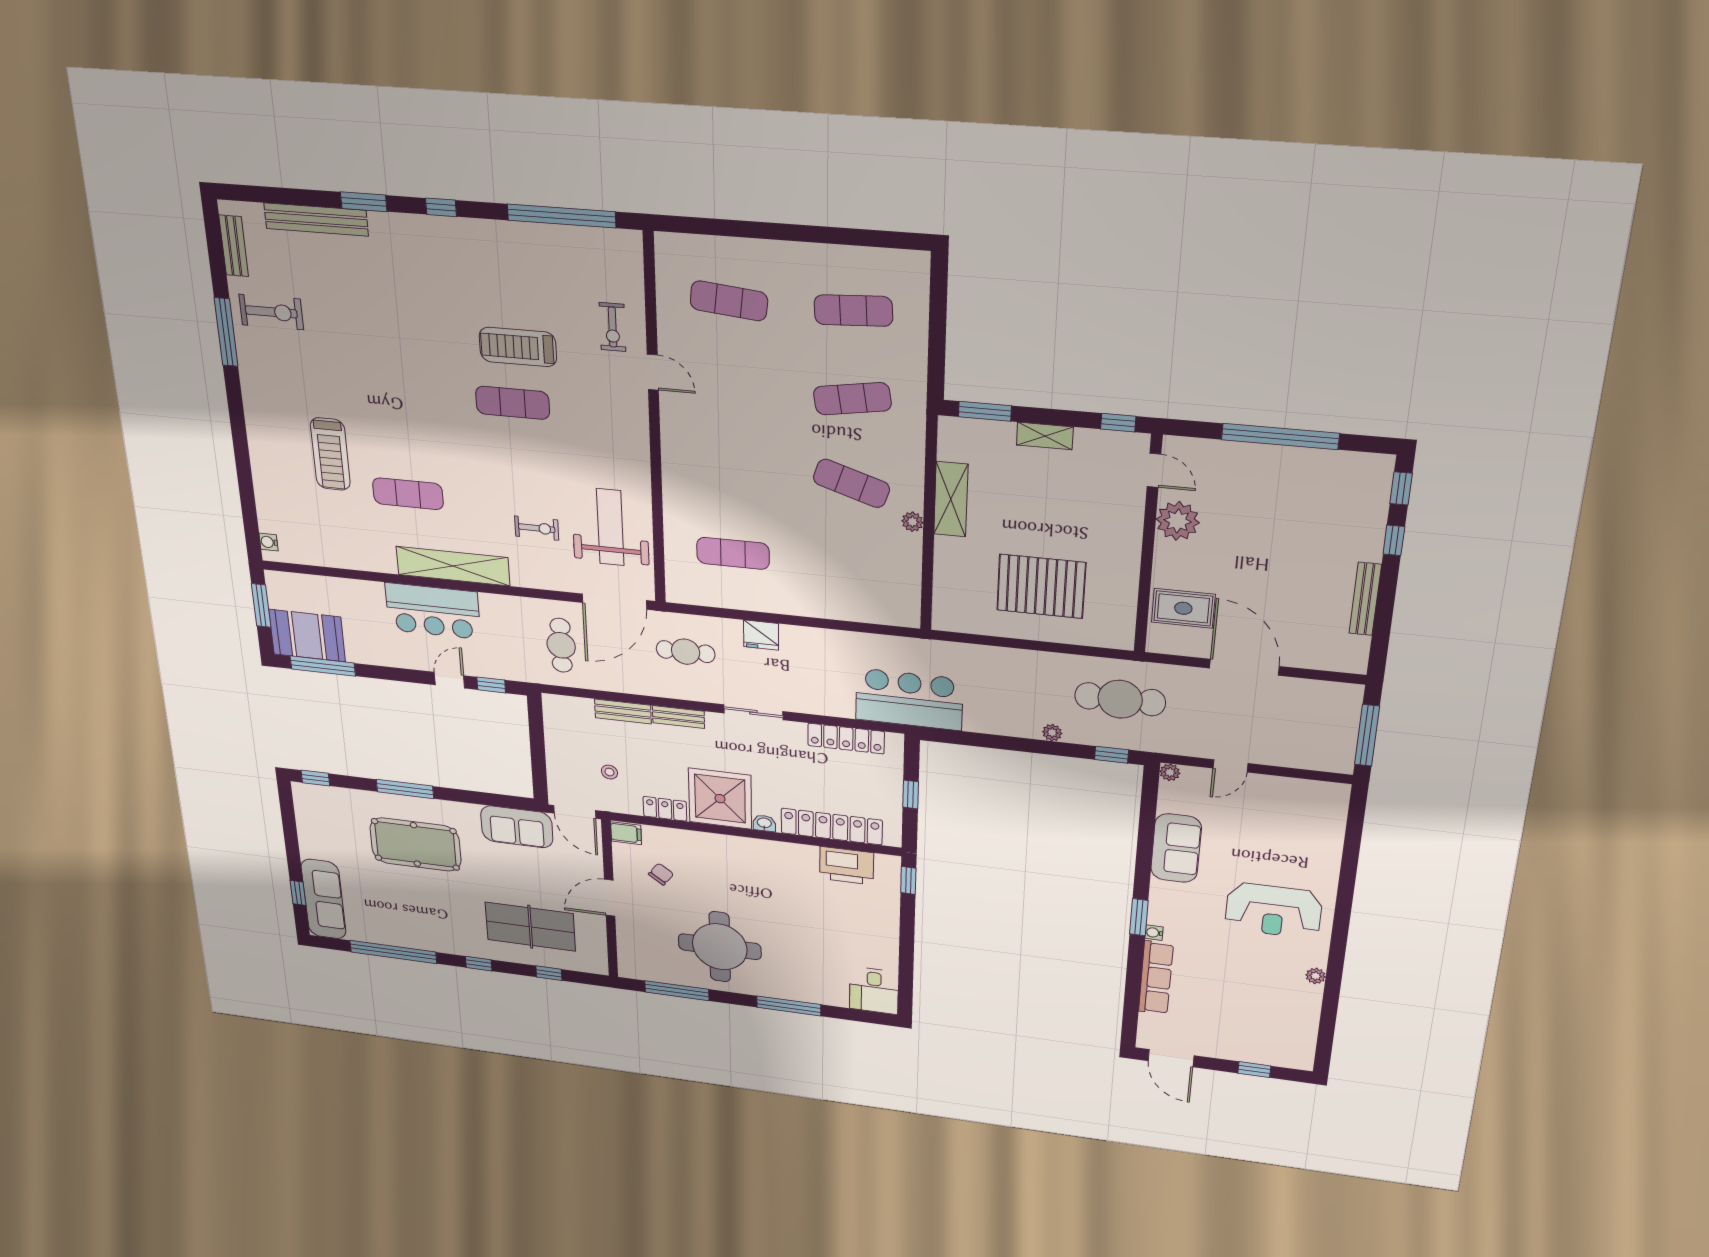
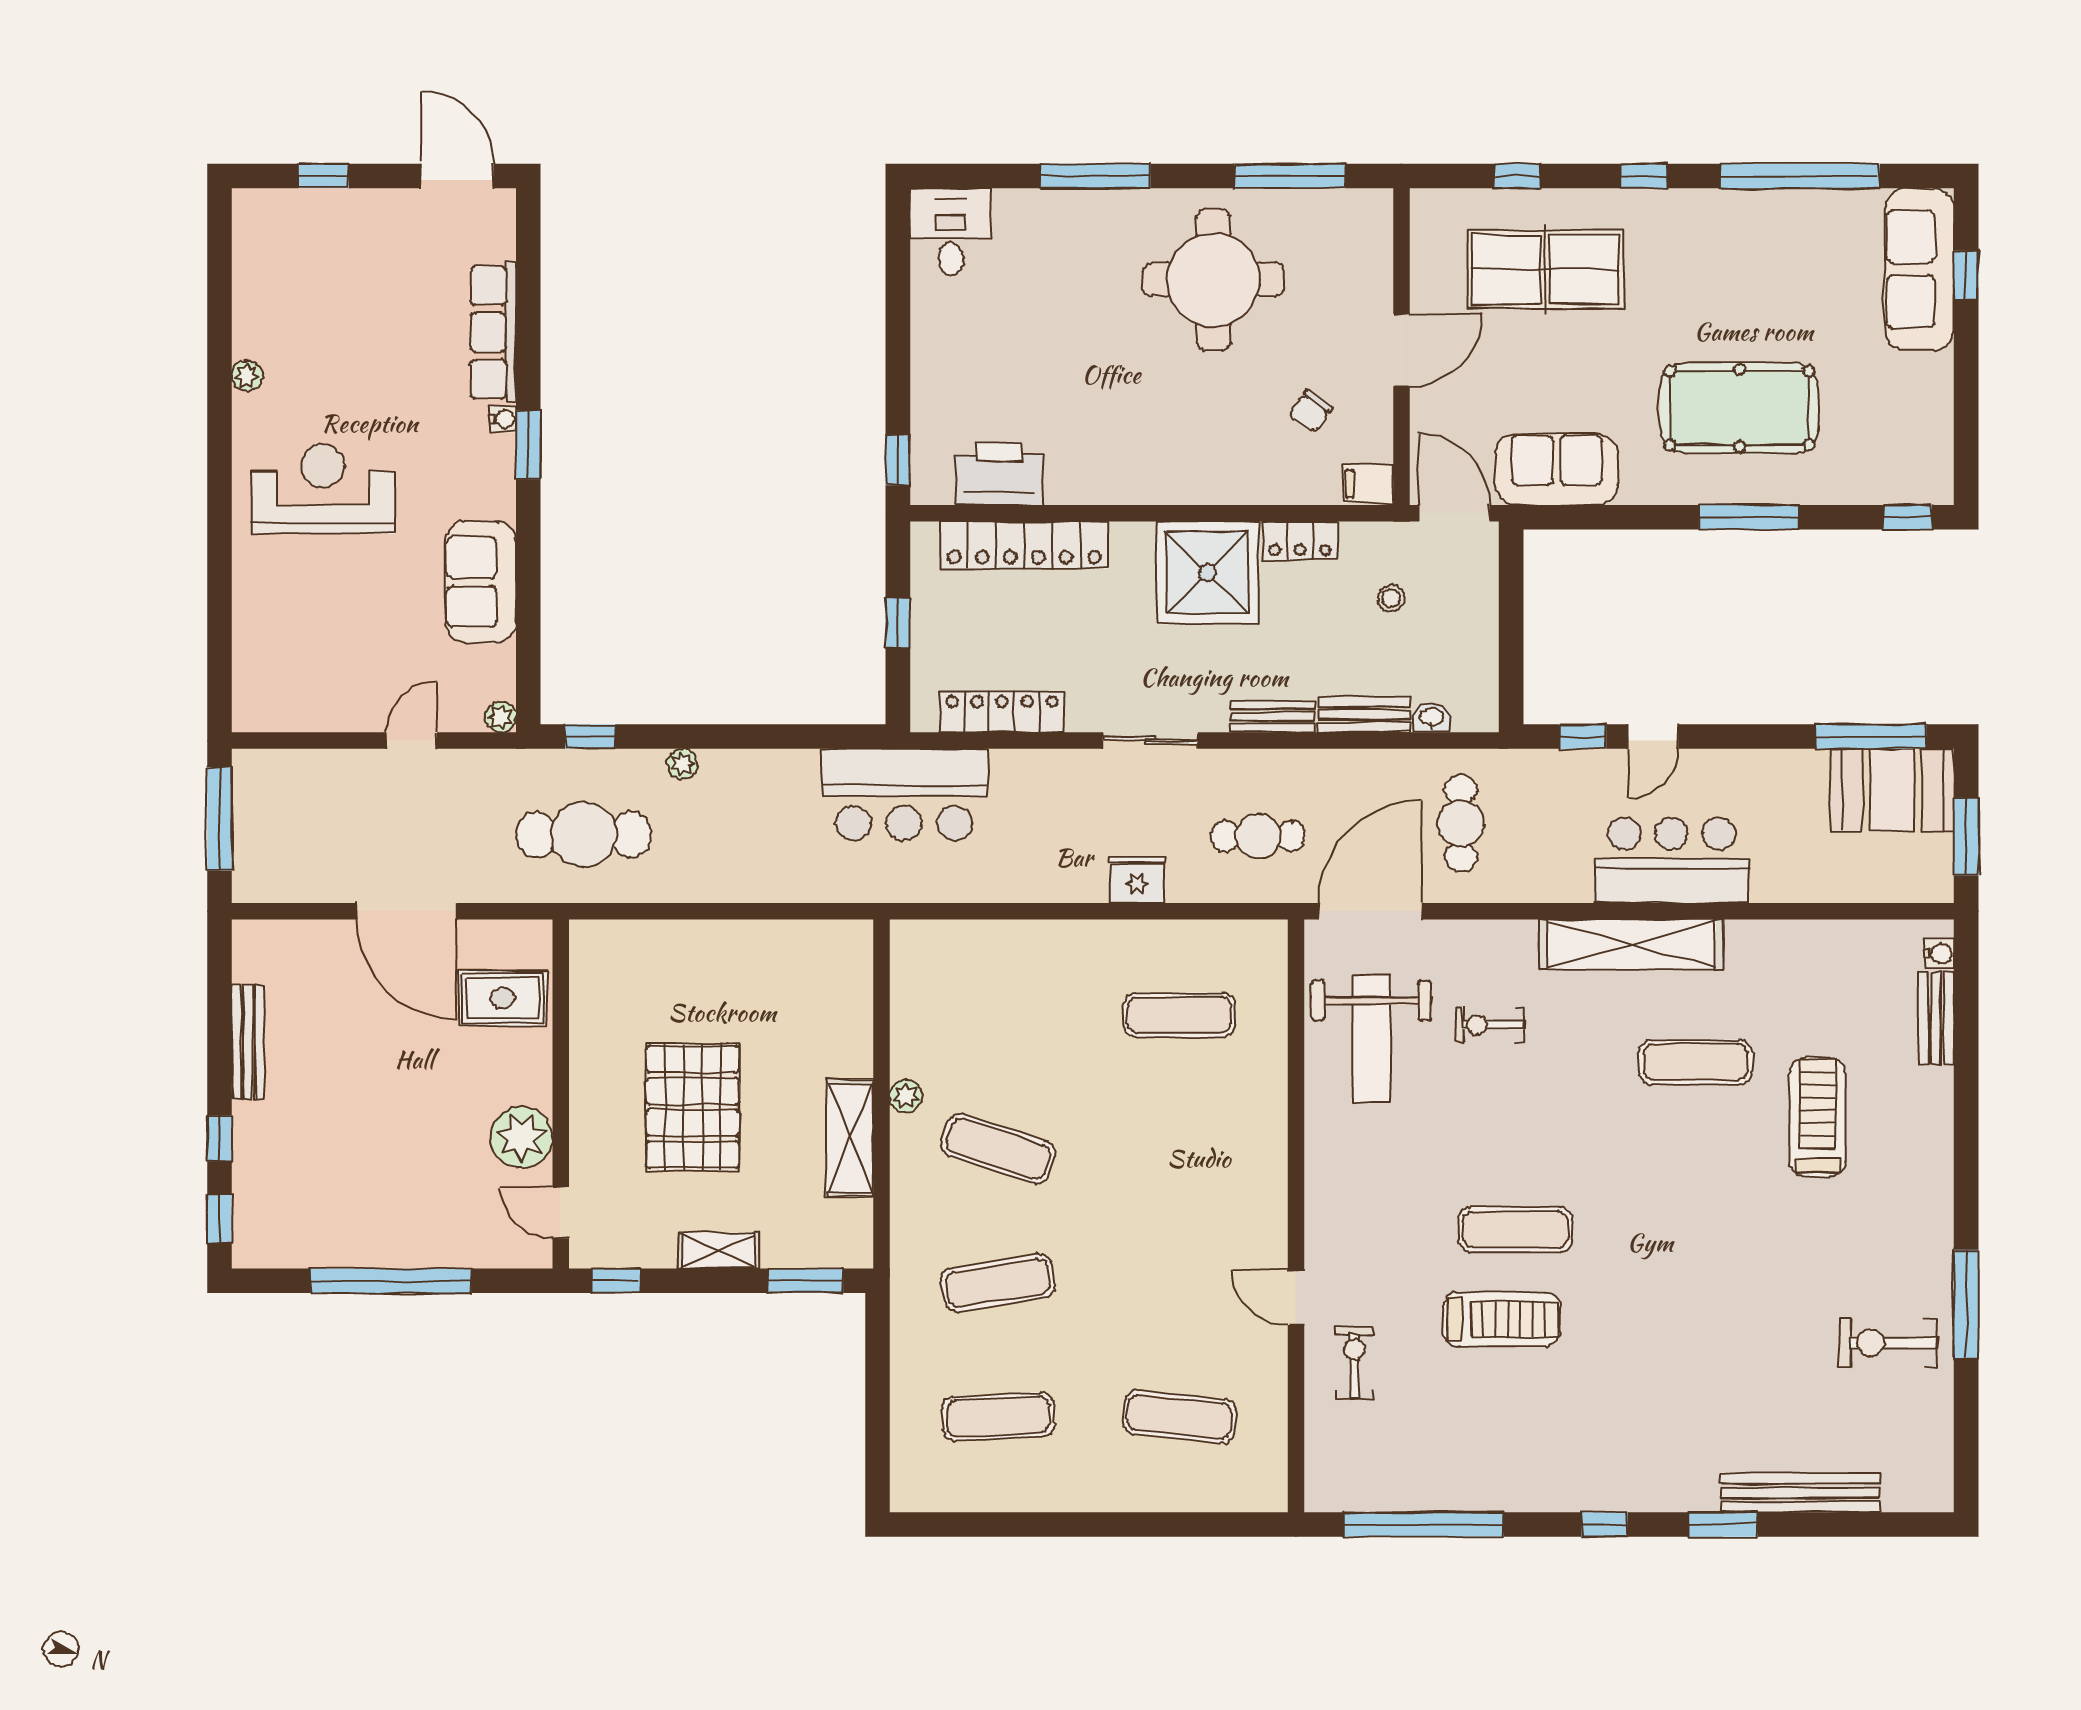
bench: (234, 246) -> (1936, 1018), moved
pallet: (1041, 586) -> (693, 1107), moved, turned 90
washbasin: (764, 823) -> (1432, 718), moved, turned 180

